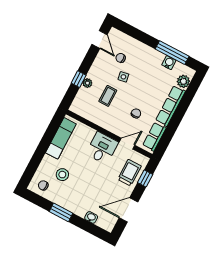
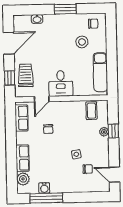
coffee table: (108, 96) -> (91, 111), moved
row of seats: (170, 106) -> (23, 158), width x0.68
trolley: (129, 173) -> (26, 75), turned 180

